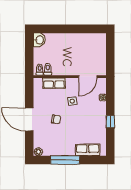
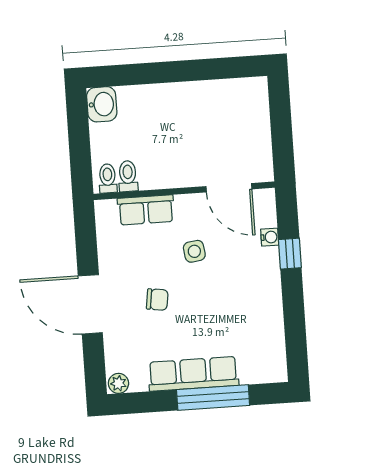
door: (88, 77) -> (229, 188), hinge flipped
window: (110, 122) -> (290, 254), moved
row of seats: (88, 150) -> (193, 374), moved, width x1.48
window: (65, 160) -> (213, 397), moved

